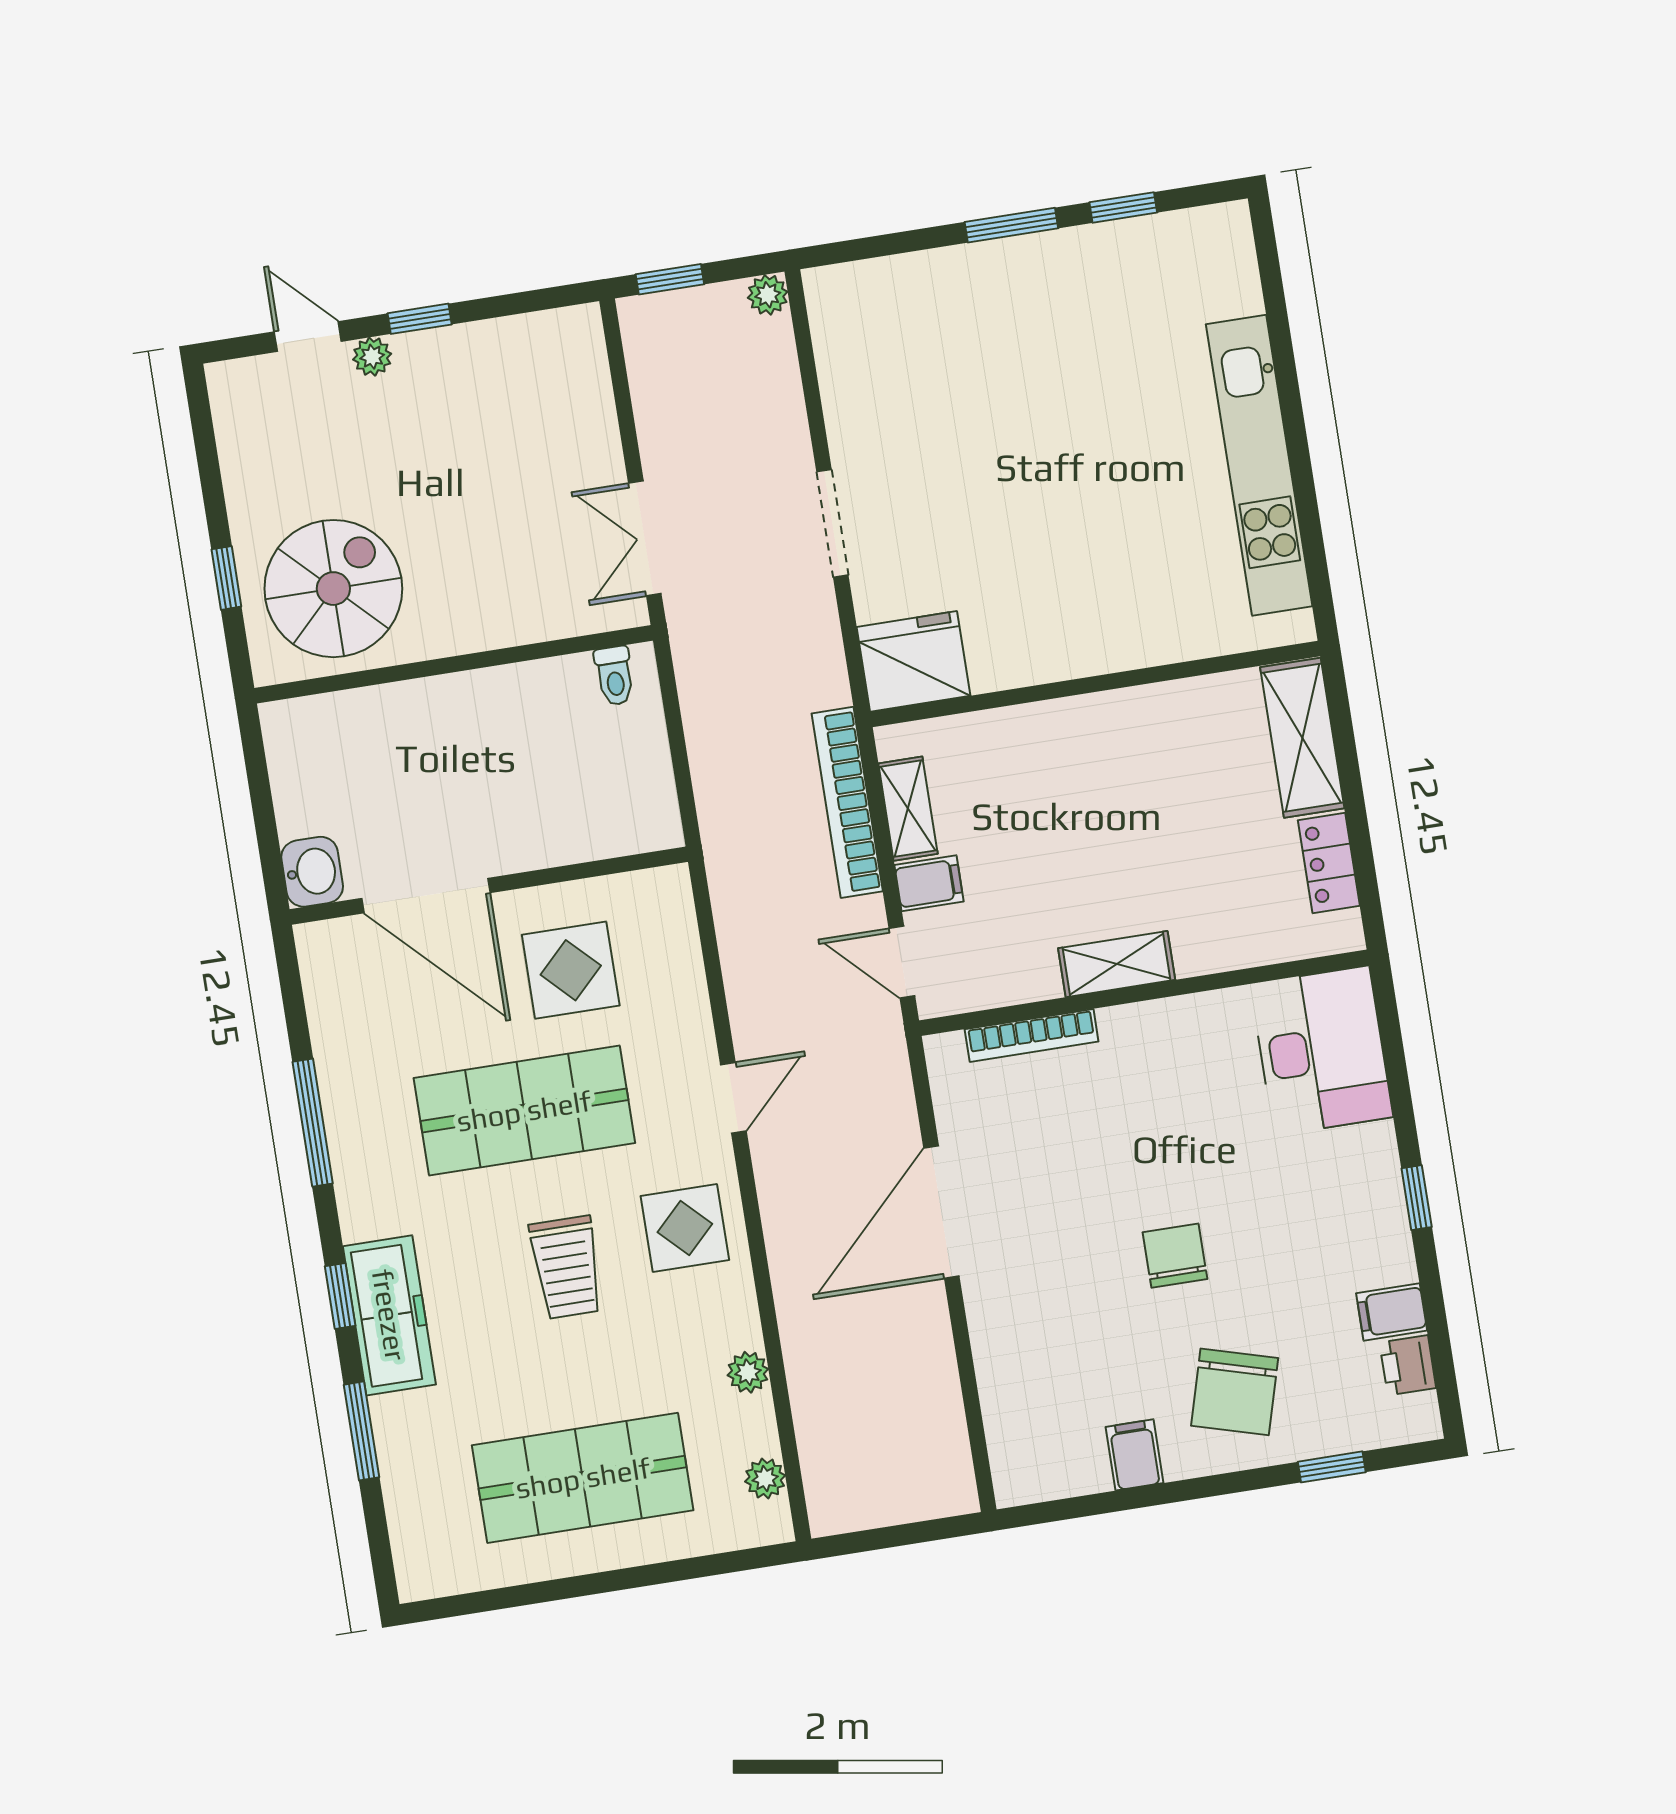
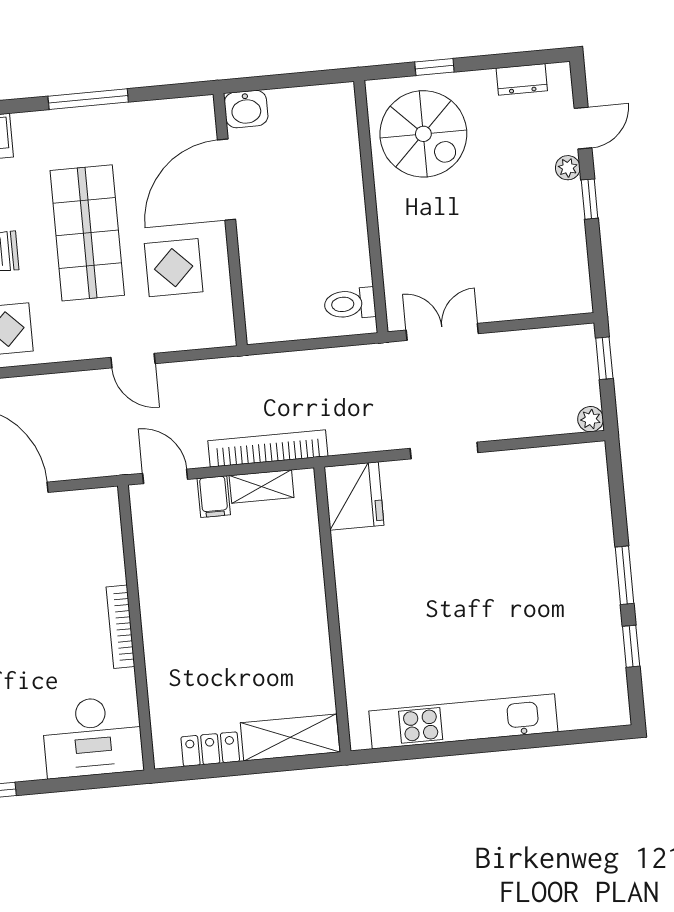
dresser: (237, 438) -> (522, 79), added
toilet: (614, 676) -> (350, 304), width x1.37, depth x1.39
door: (902, 962) -> (165, 476), hinge flipped
shelving: (1117, 964) -> (155, 611), removed
bookcase: (1032, 1035) -> (120, 627), moved
door: (733, 1098) -> (133, 361), moved

